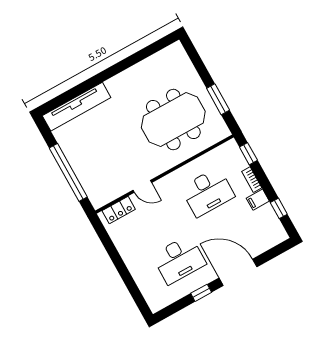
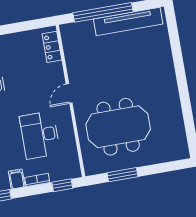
tv unit: (77, 107) -> (128, 22), moved, turned -90
meeting table: (173, 120) -> (118, 127), turned 90
door: (142, 186) -> (69, 94), moved

